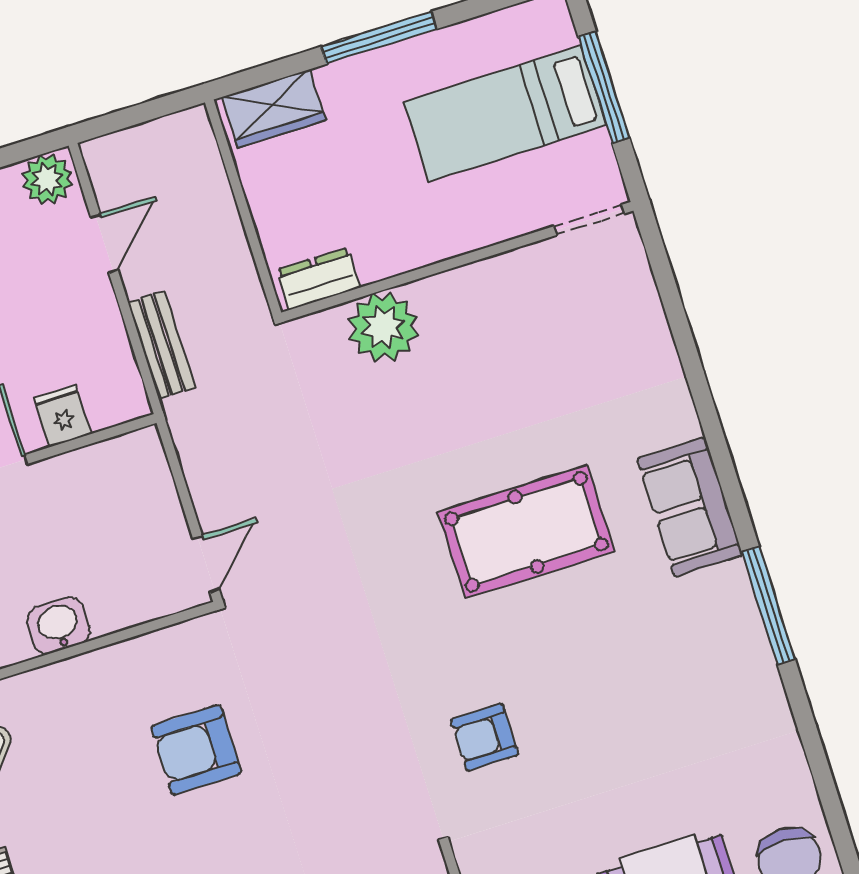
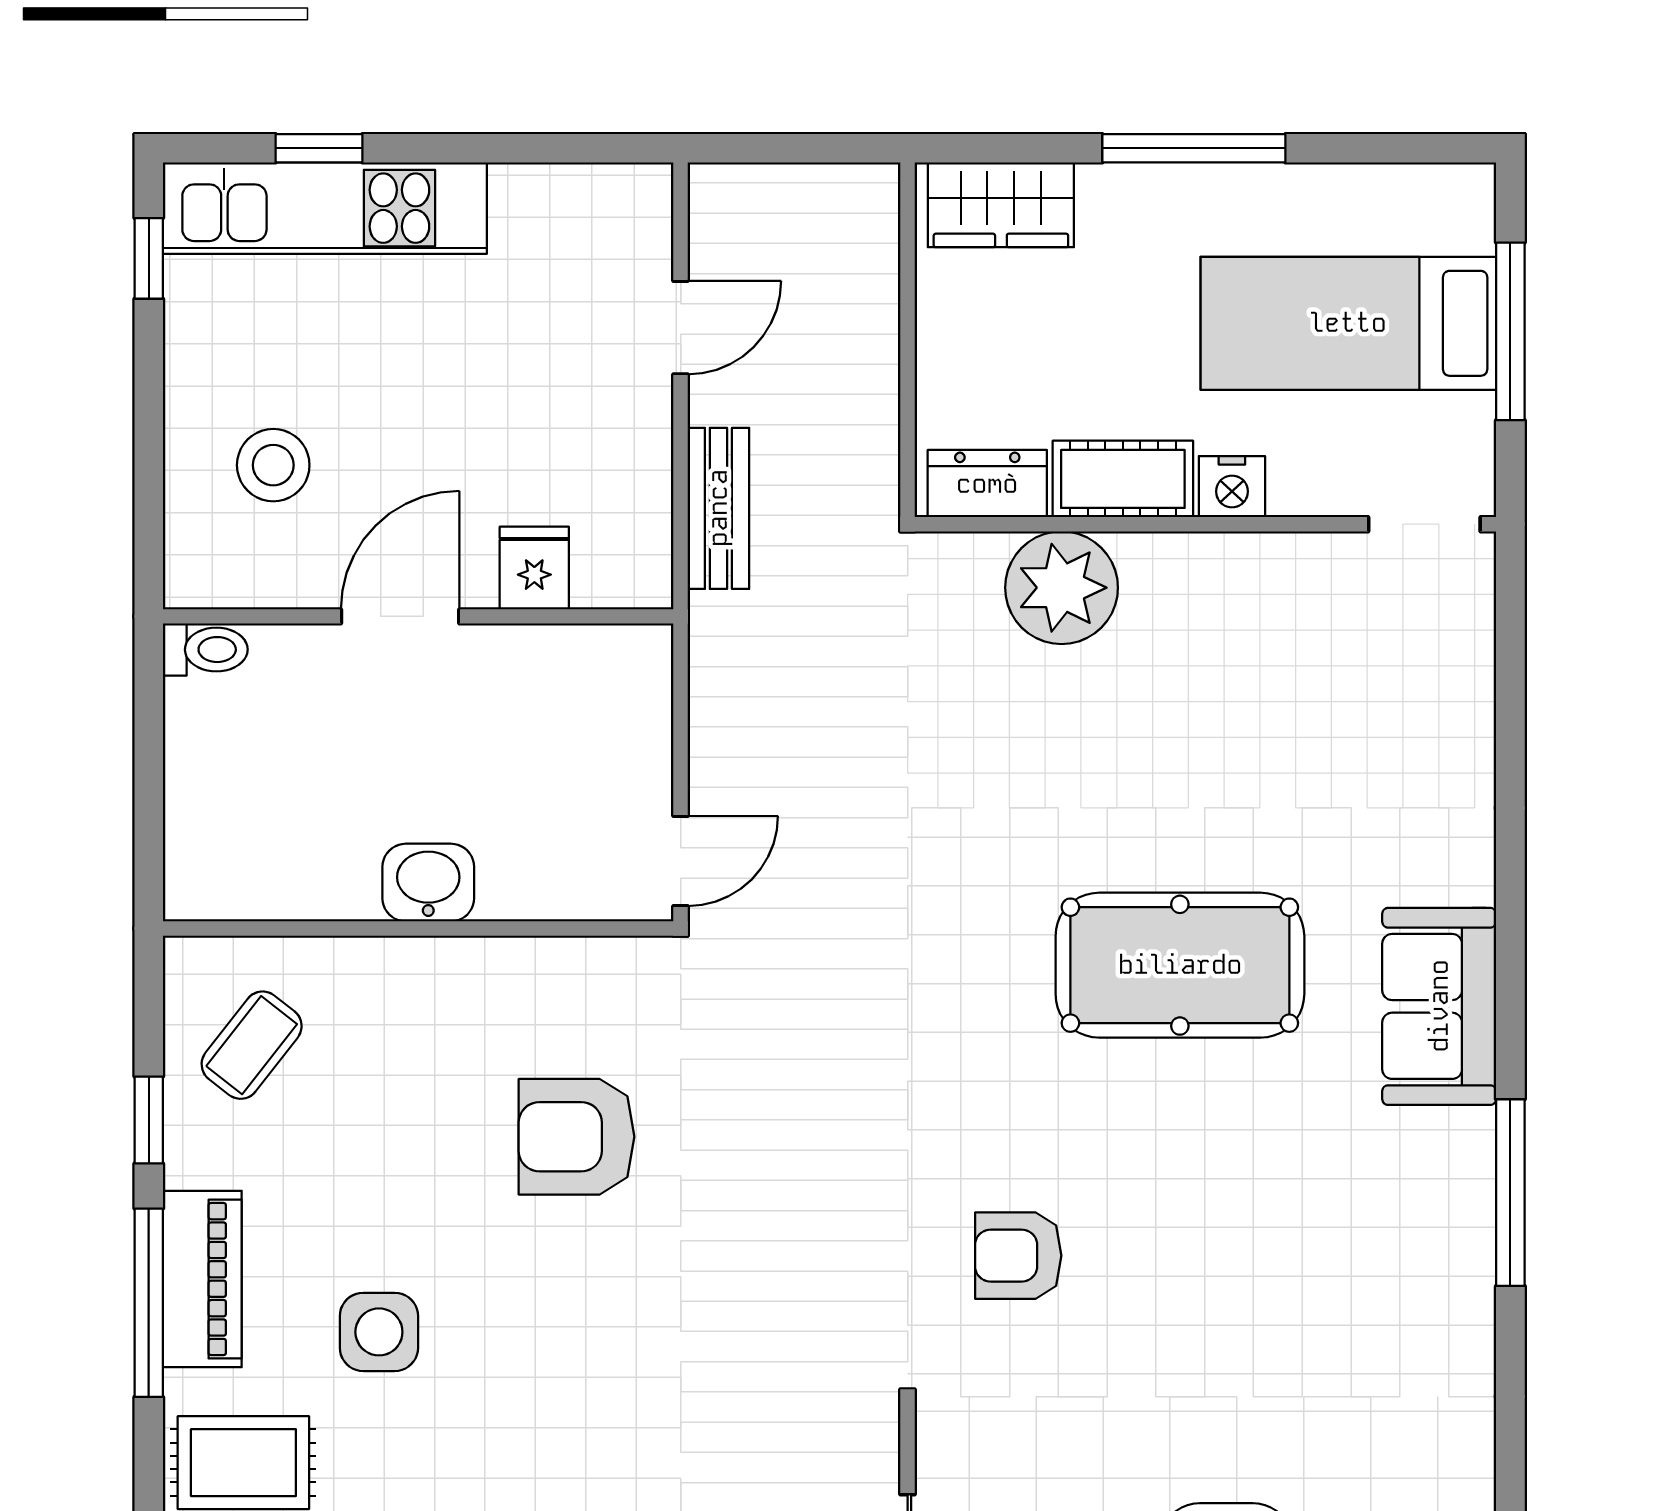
plant: (47, 179) -> (625, 203), removed
nightstand: (466, 234) -> (1232, 487), added
cot: (399, 250) -> (1123, 479), added

